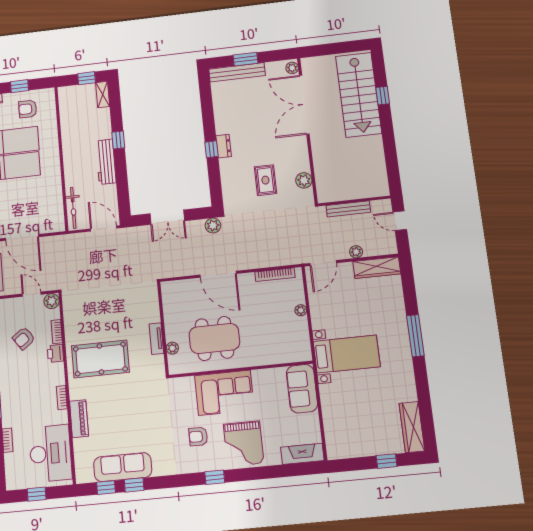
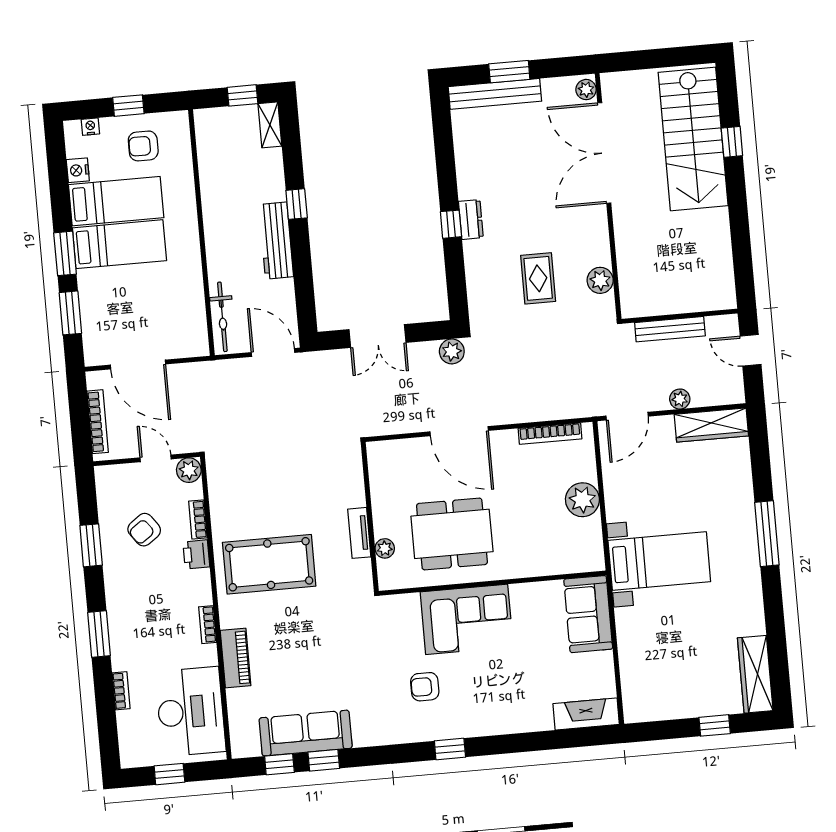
plant: (301, 310) -> (582, 500), width x1.87, depth x1.87
grand piano: (244, 444) -> (495, 698), removed

